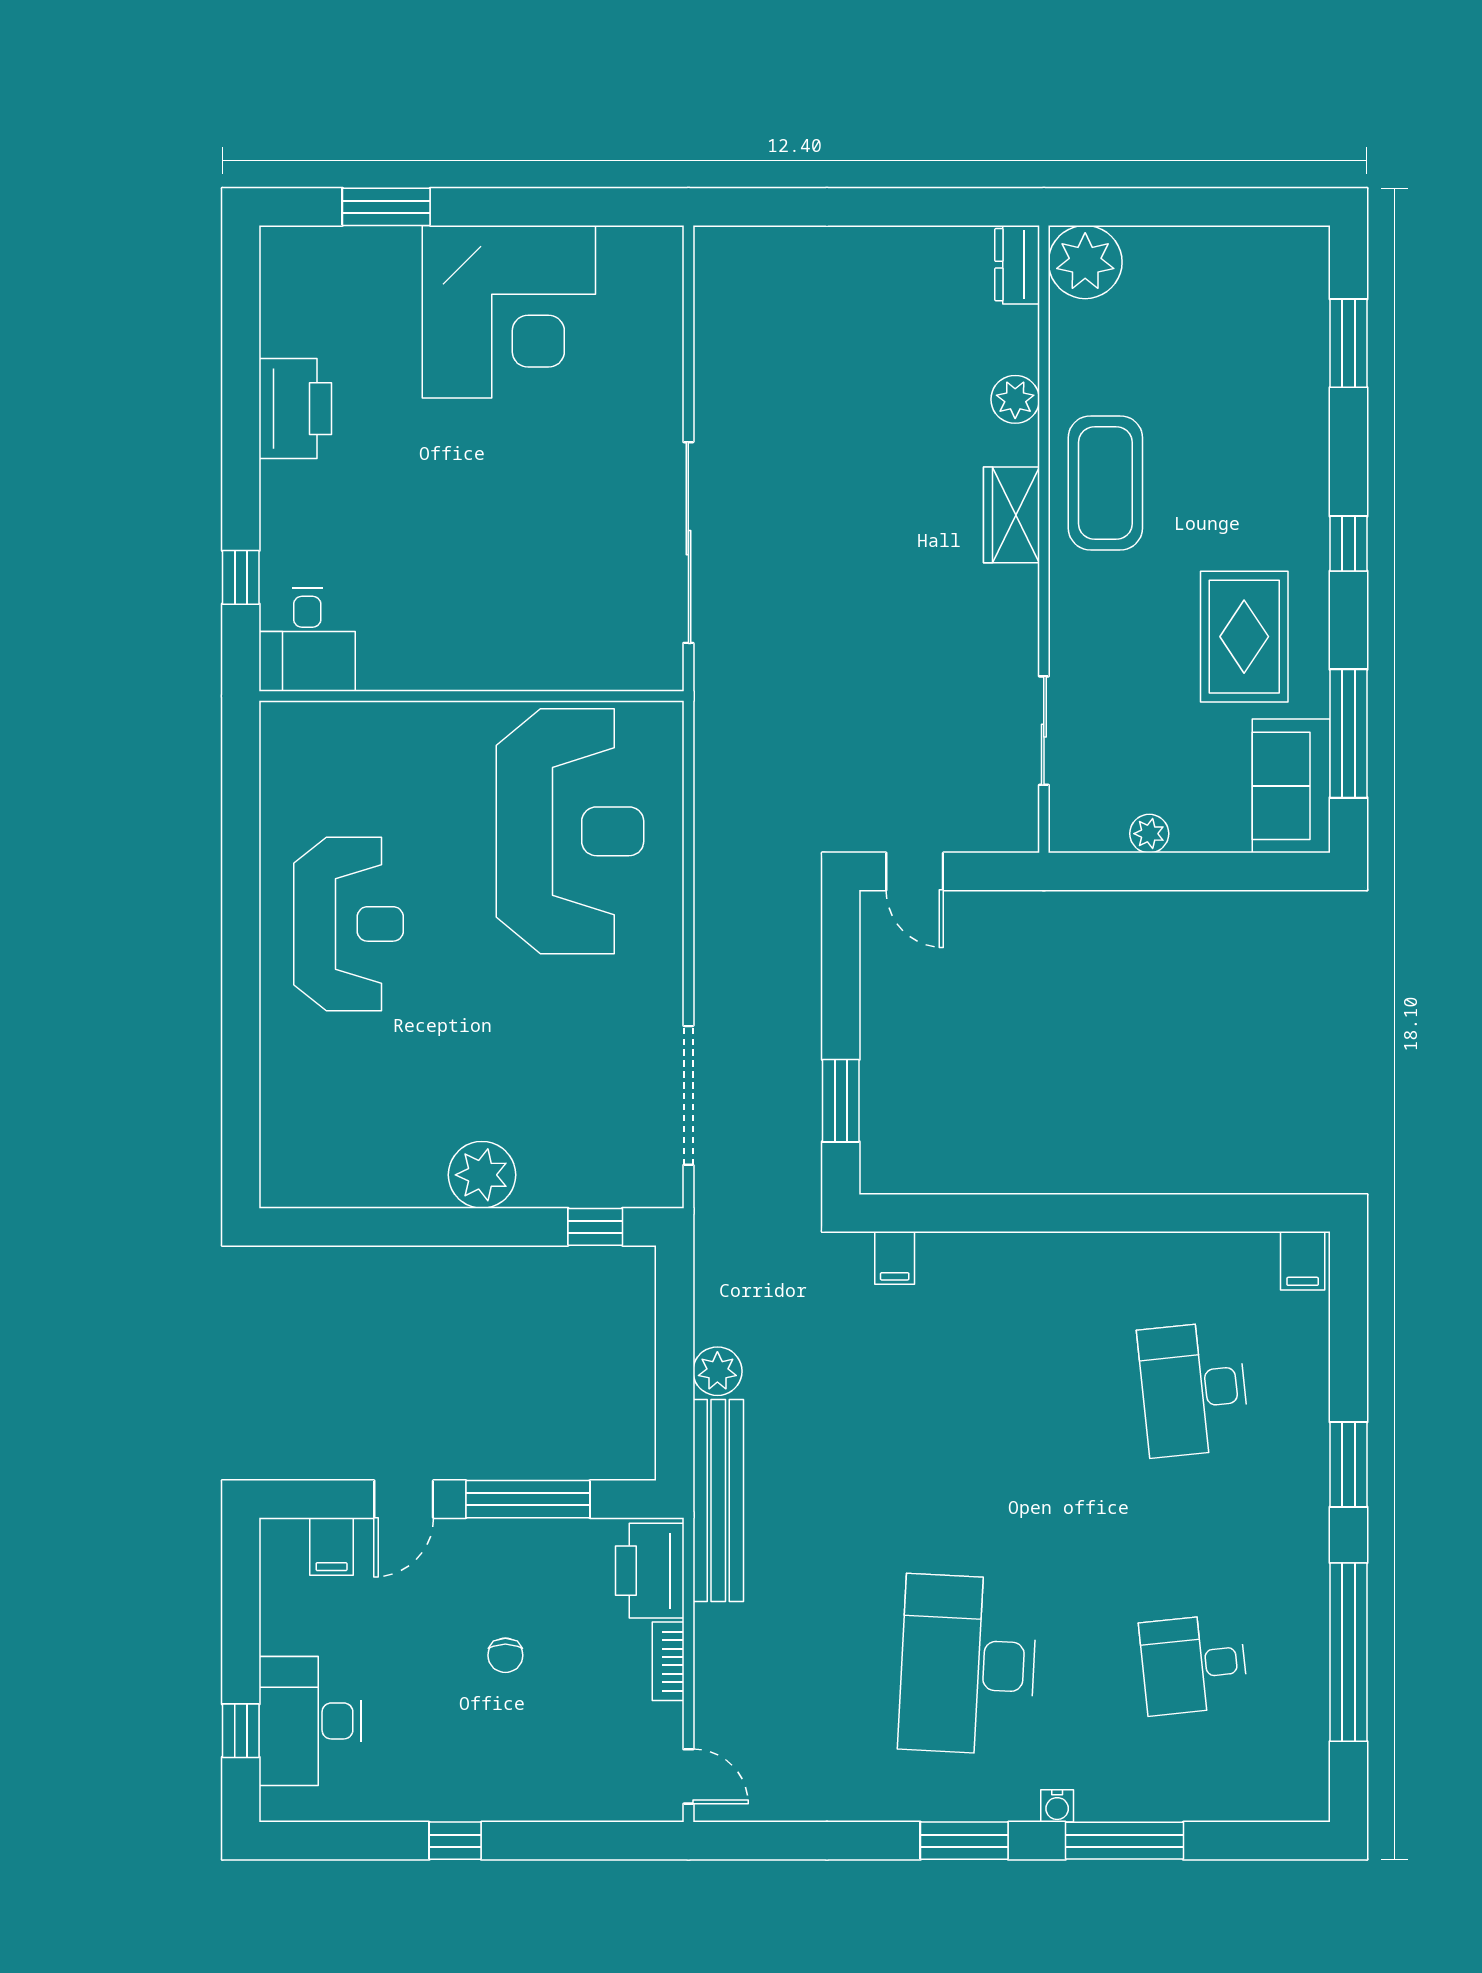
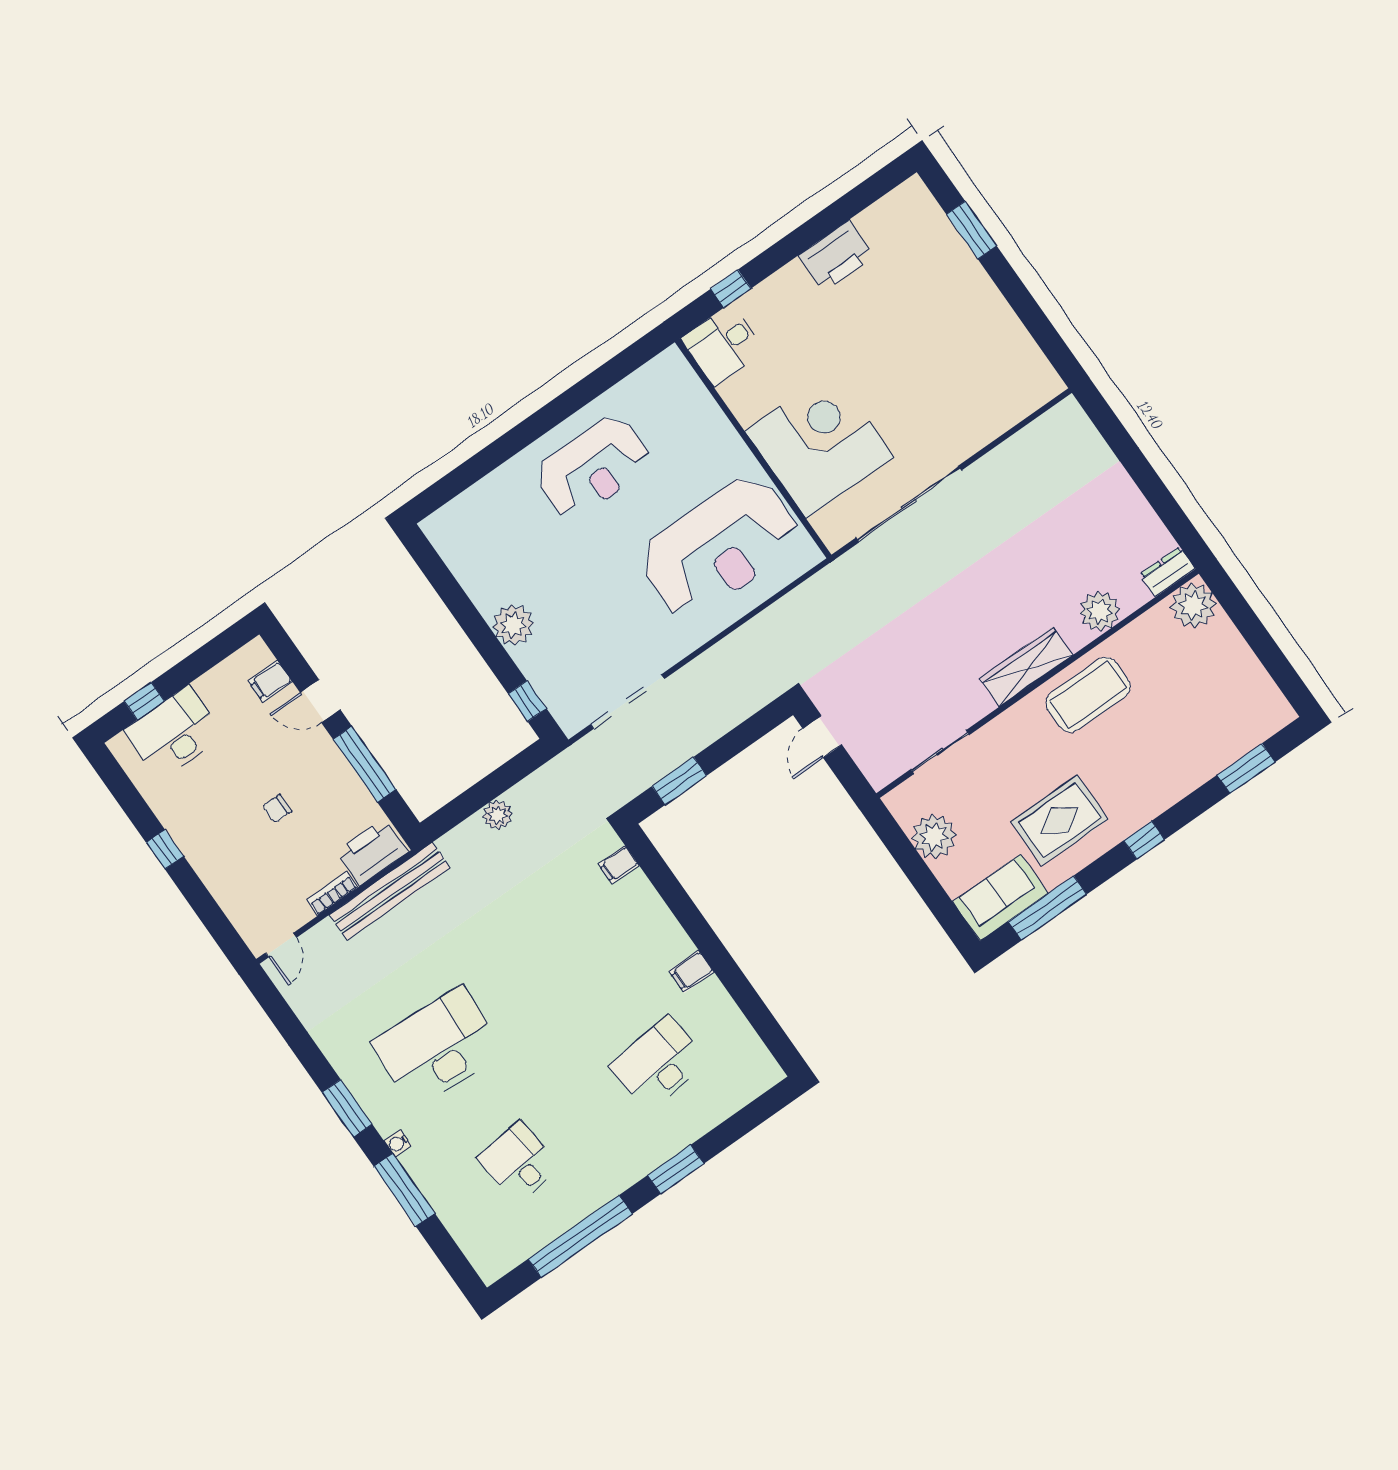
corner desk: (509, 312) -> (819, 444), moved, turned 180
plant: (1015, 399) -> (1100, 611), width x1.36, depth x1.36
wardrobe: (1011, 515) -> (1026, 667), width x1.50
plant: (1149, 834) -> (934, 836), width x1.87, depth x1.87
filing cabinet: (1303, 1261) -> (691, 971), moved
bench: (718, 1501) -> (390, 891), moved

